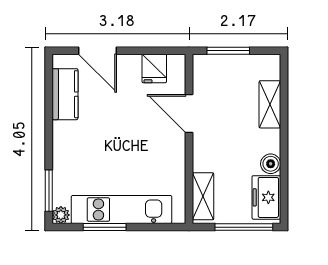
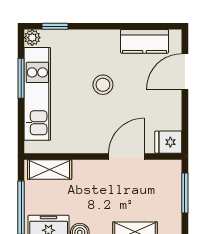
fridge: (154, 69) -> (168, 142), moved
stool: (112, 139) -> (103, 85), added
window: (49, 191) -> (55, 26), width x0.67

